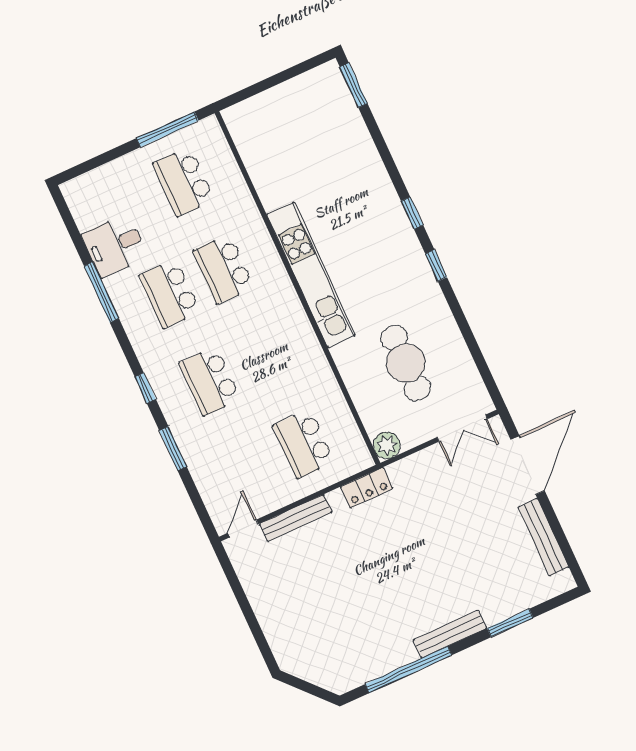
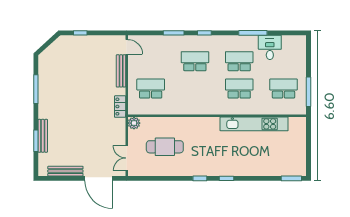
kitchen unit: (311, 275) -> (254, 124), moved
window: (257, 633) -> (80, 33), added
bench: (450, 634) -> (43, 136), moved
window: (408, 670) -> (36, 89), width x0.68

